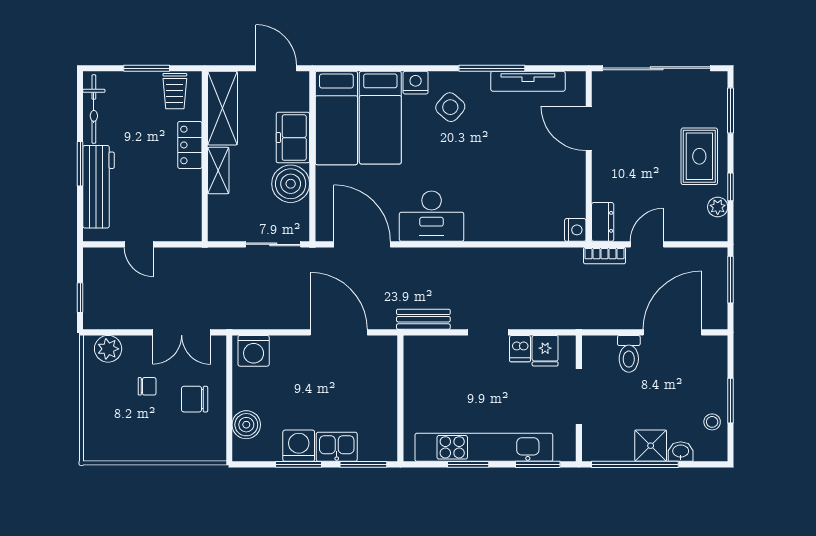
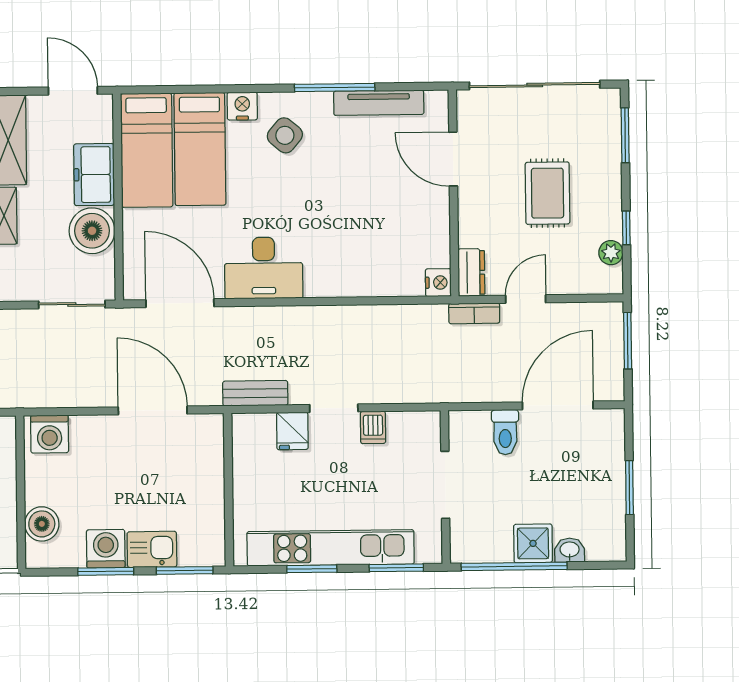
rug: (699, 156) -> (547, 193), moved
fridge: (545, 351) -> (292, 431), moved
stool: (712, 422) -> (607, 514), removed

